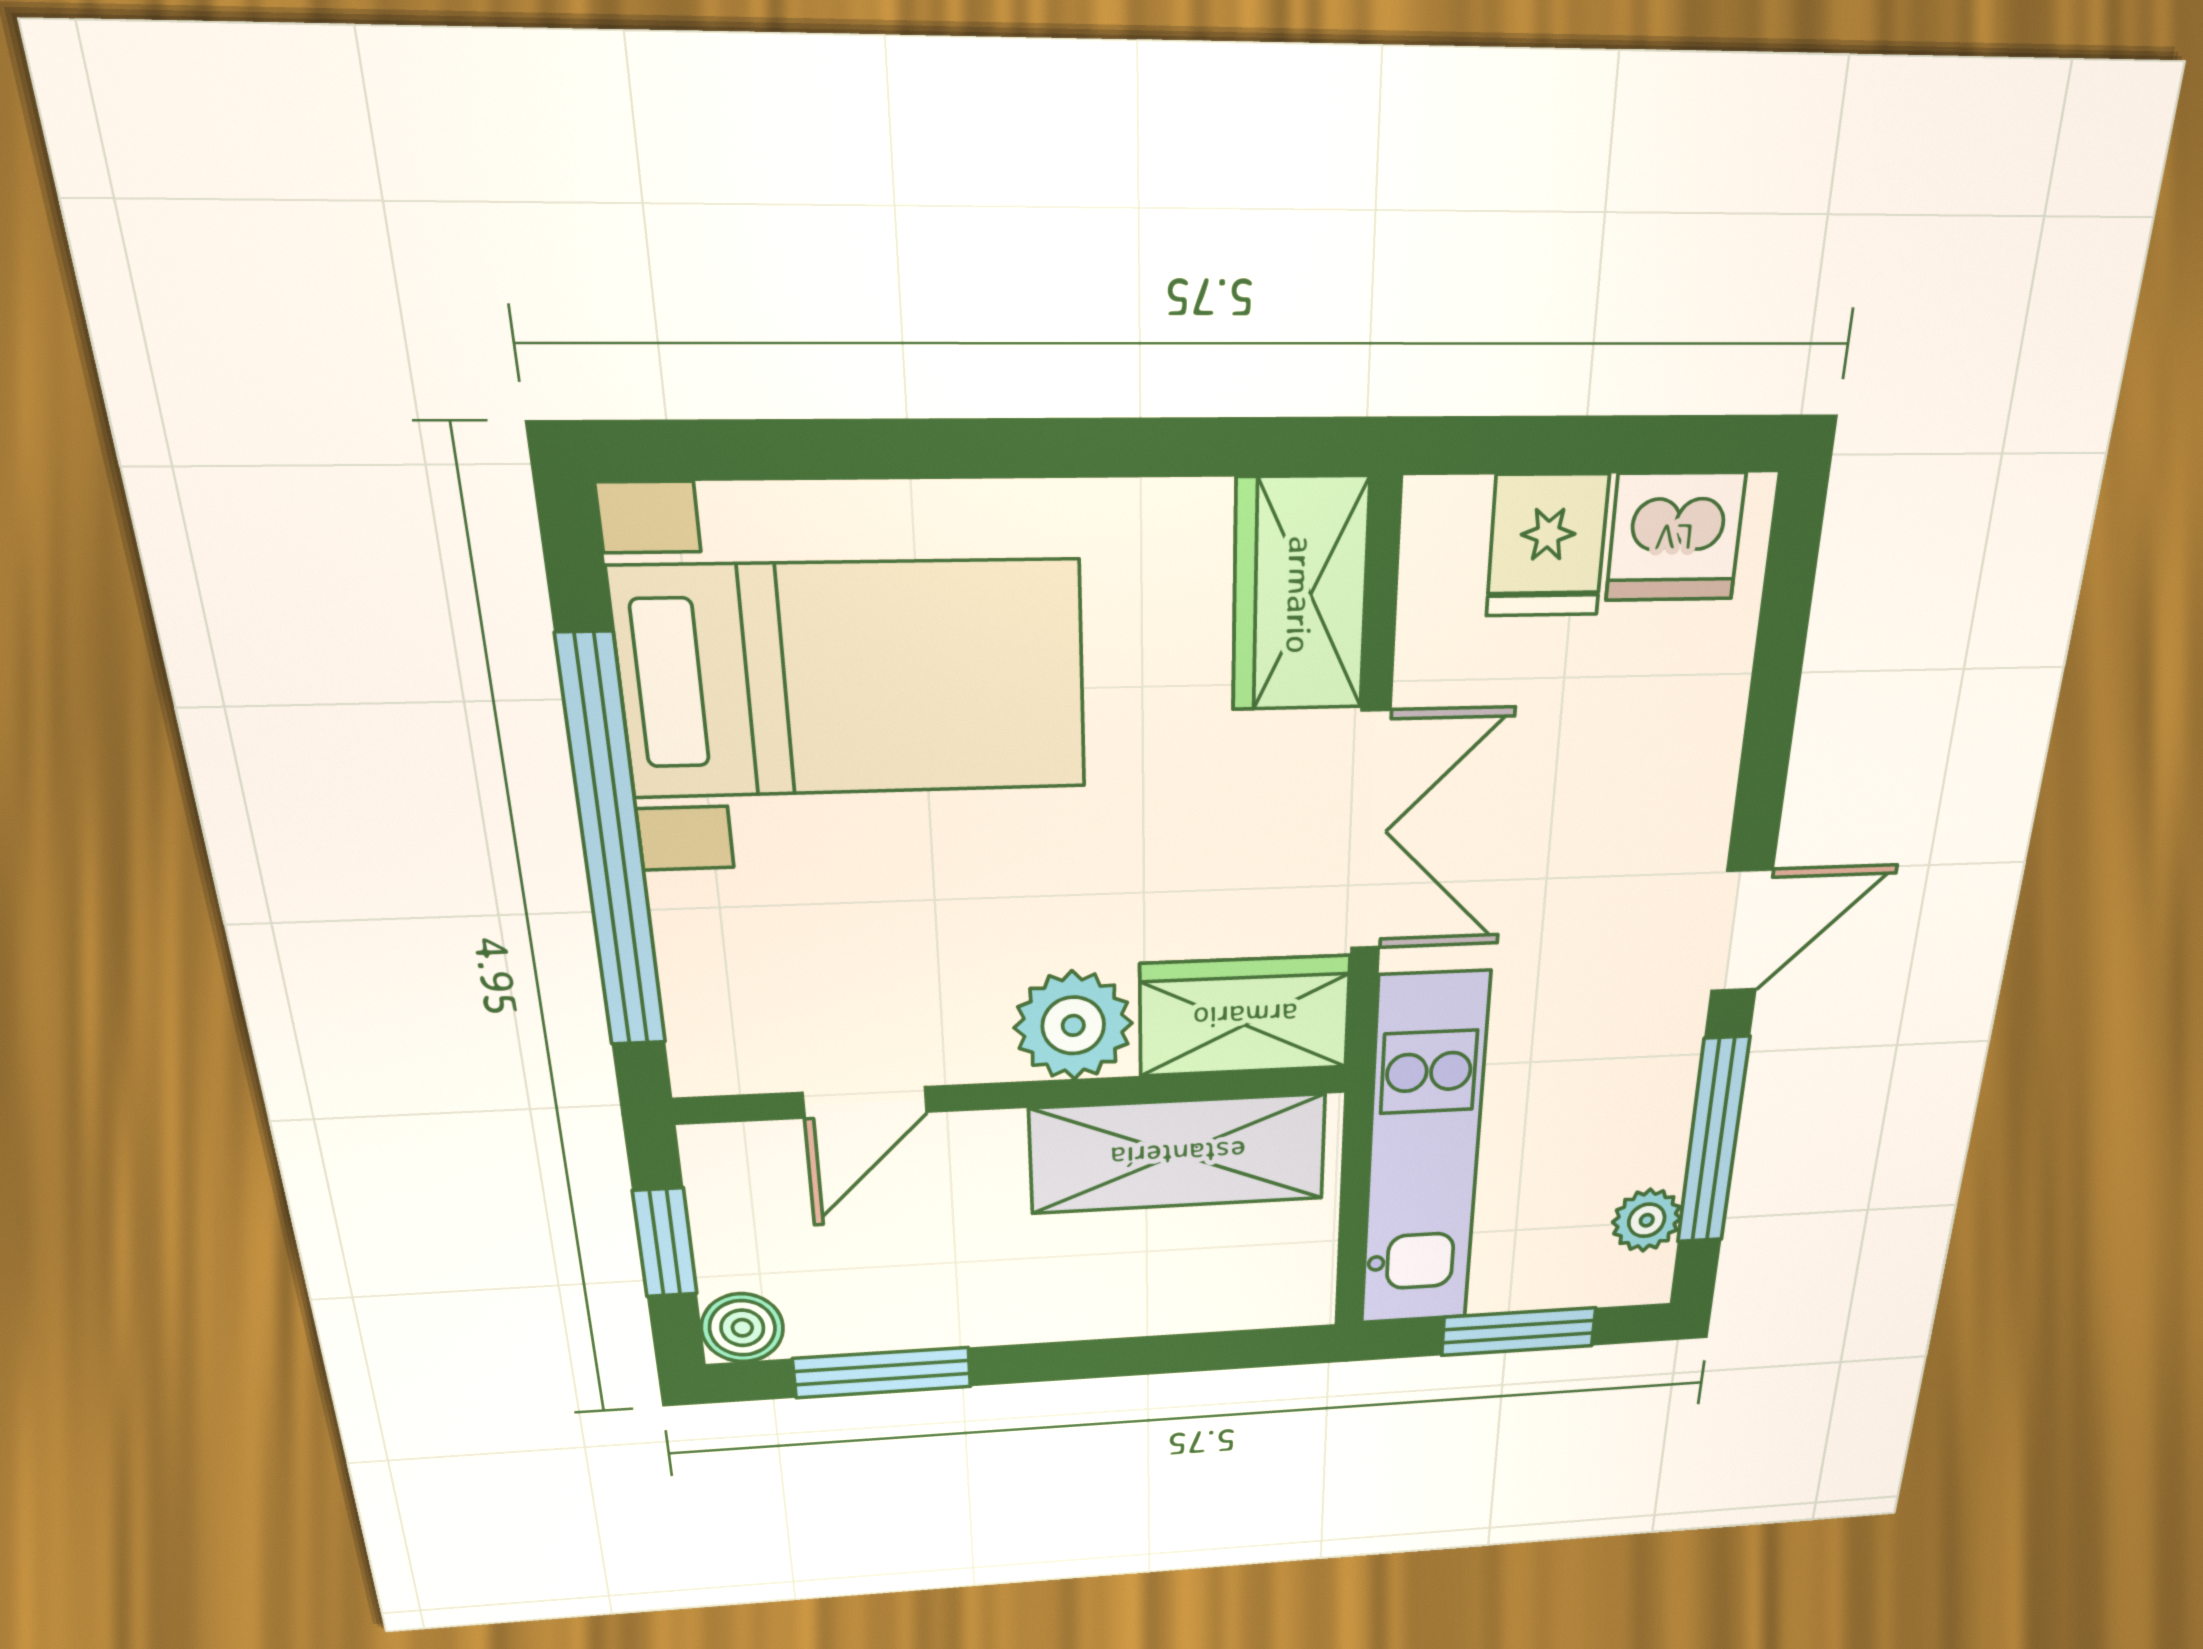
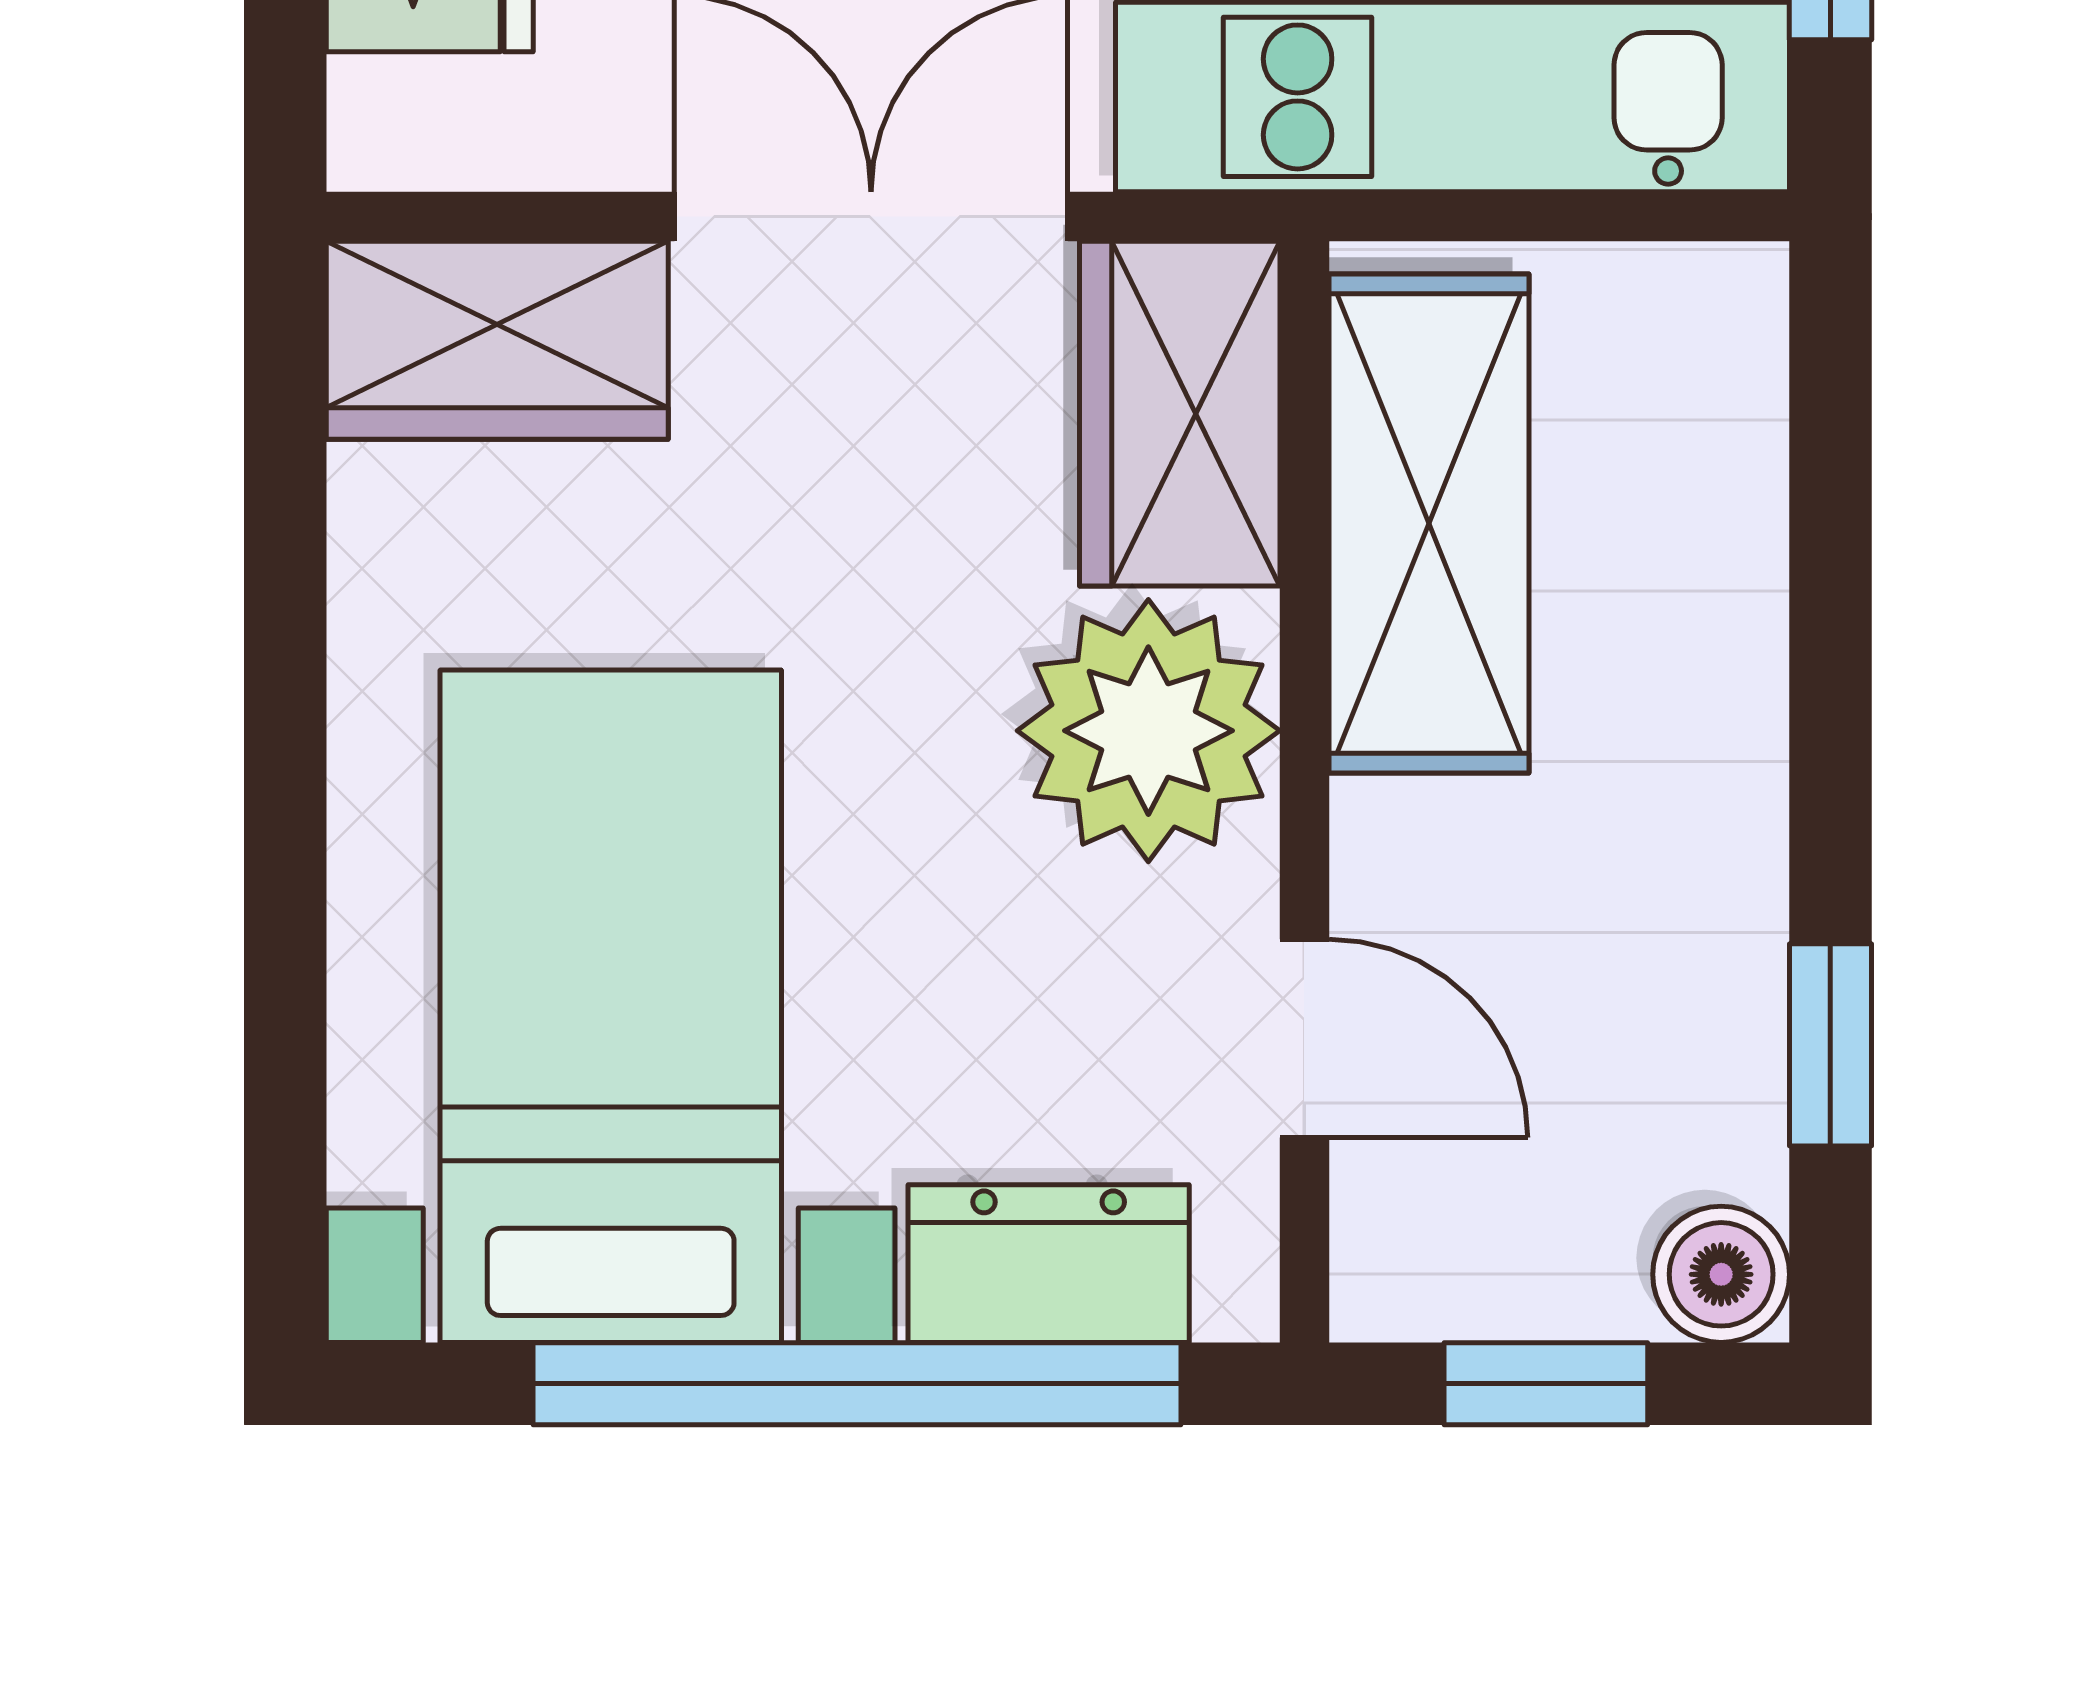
dresser: (707, 962) -> (1049, 1264), added
plant: (1073, 1025) -> (1148, 731), width x1.36, depth x1.36
window: (882, 1373) -> (1830, 1045), width x0.67

